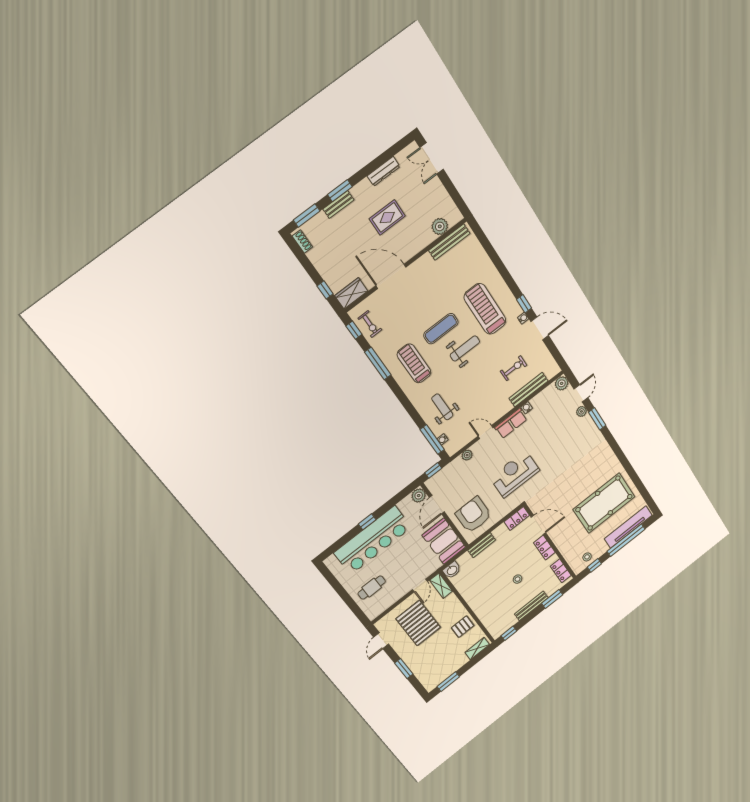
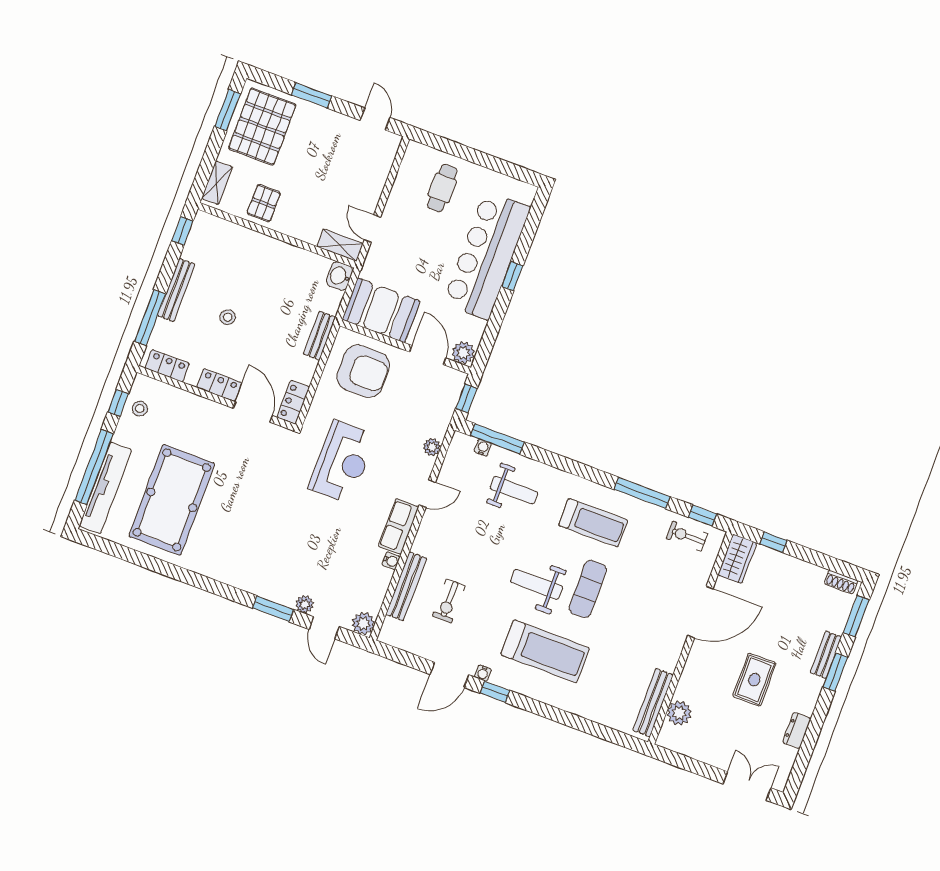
dresser: (384, 171) -> (797, 730), width x0.70
weight bench: (465, 348) -> (537, 584), turned 90
door: (538, 525) -> (253, 412), swing flipped
window: (552, 599) -> (150, 318), width x1.44
pallet: (418, 623) -> (262, 126), moved, turned 90

